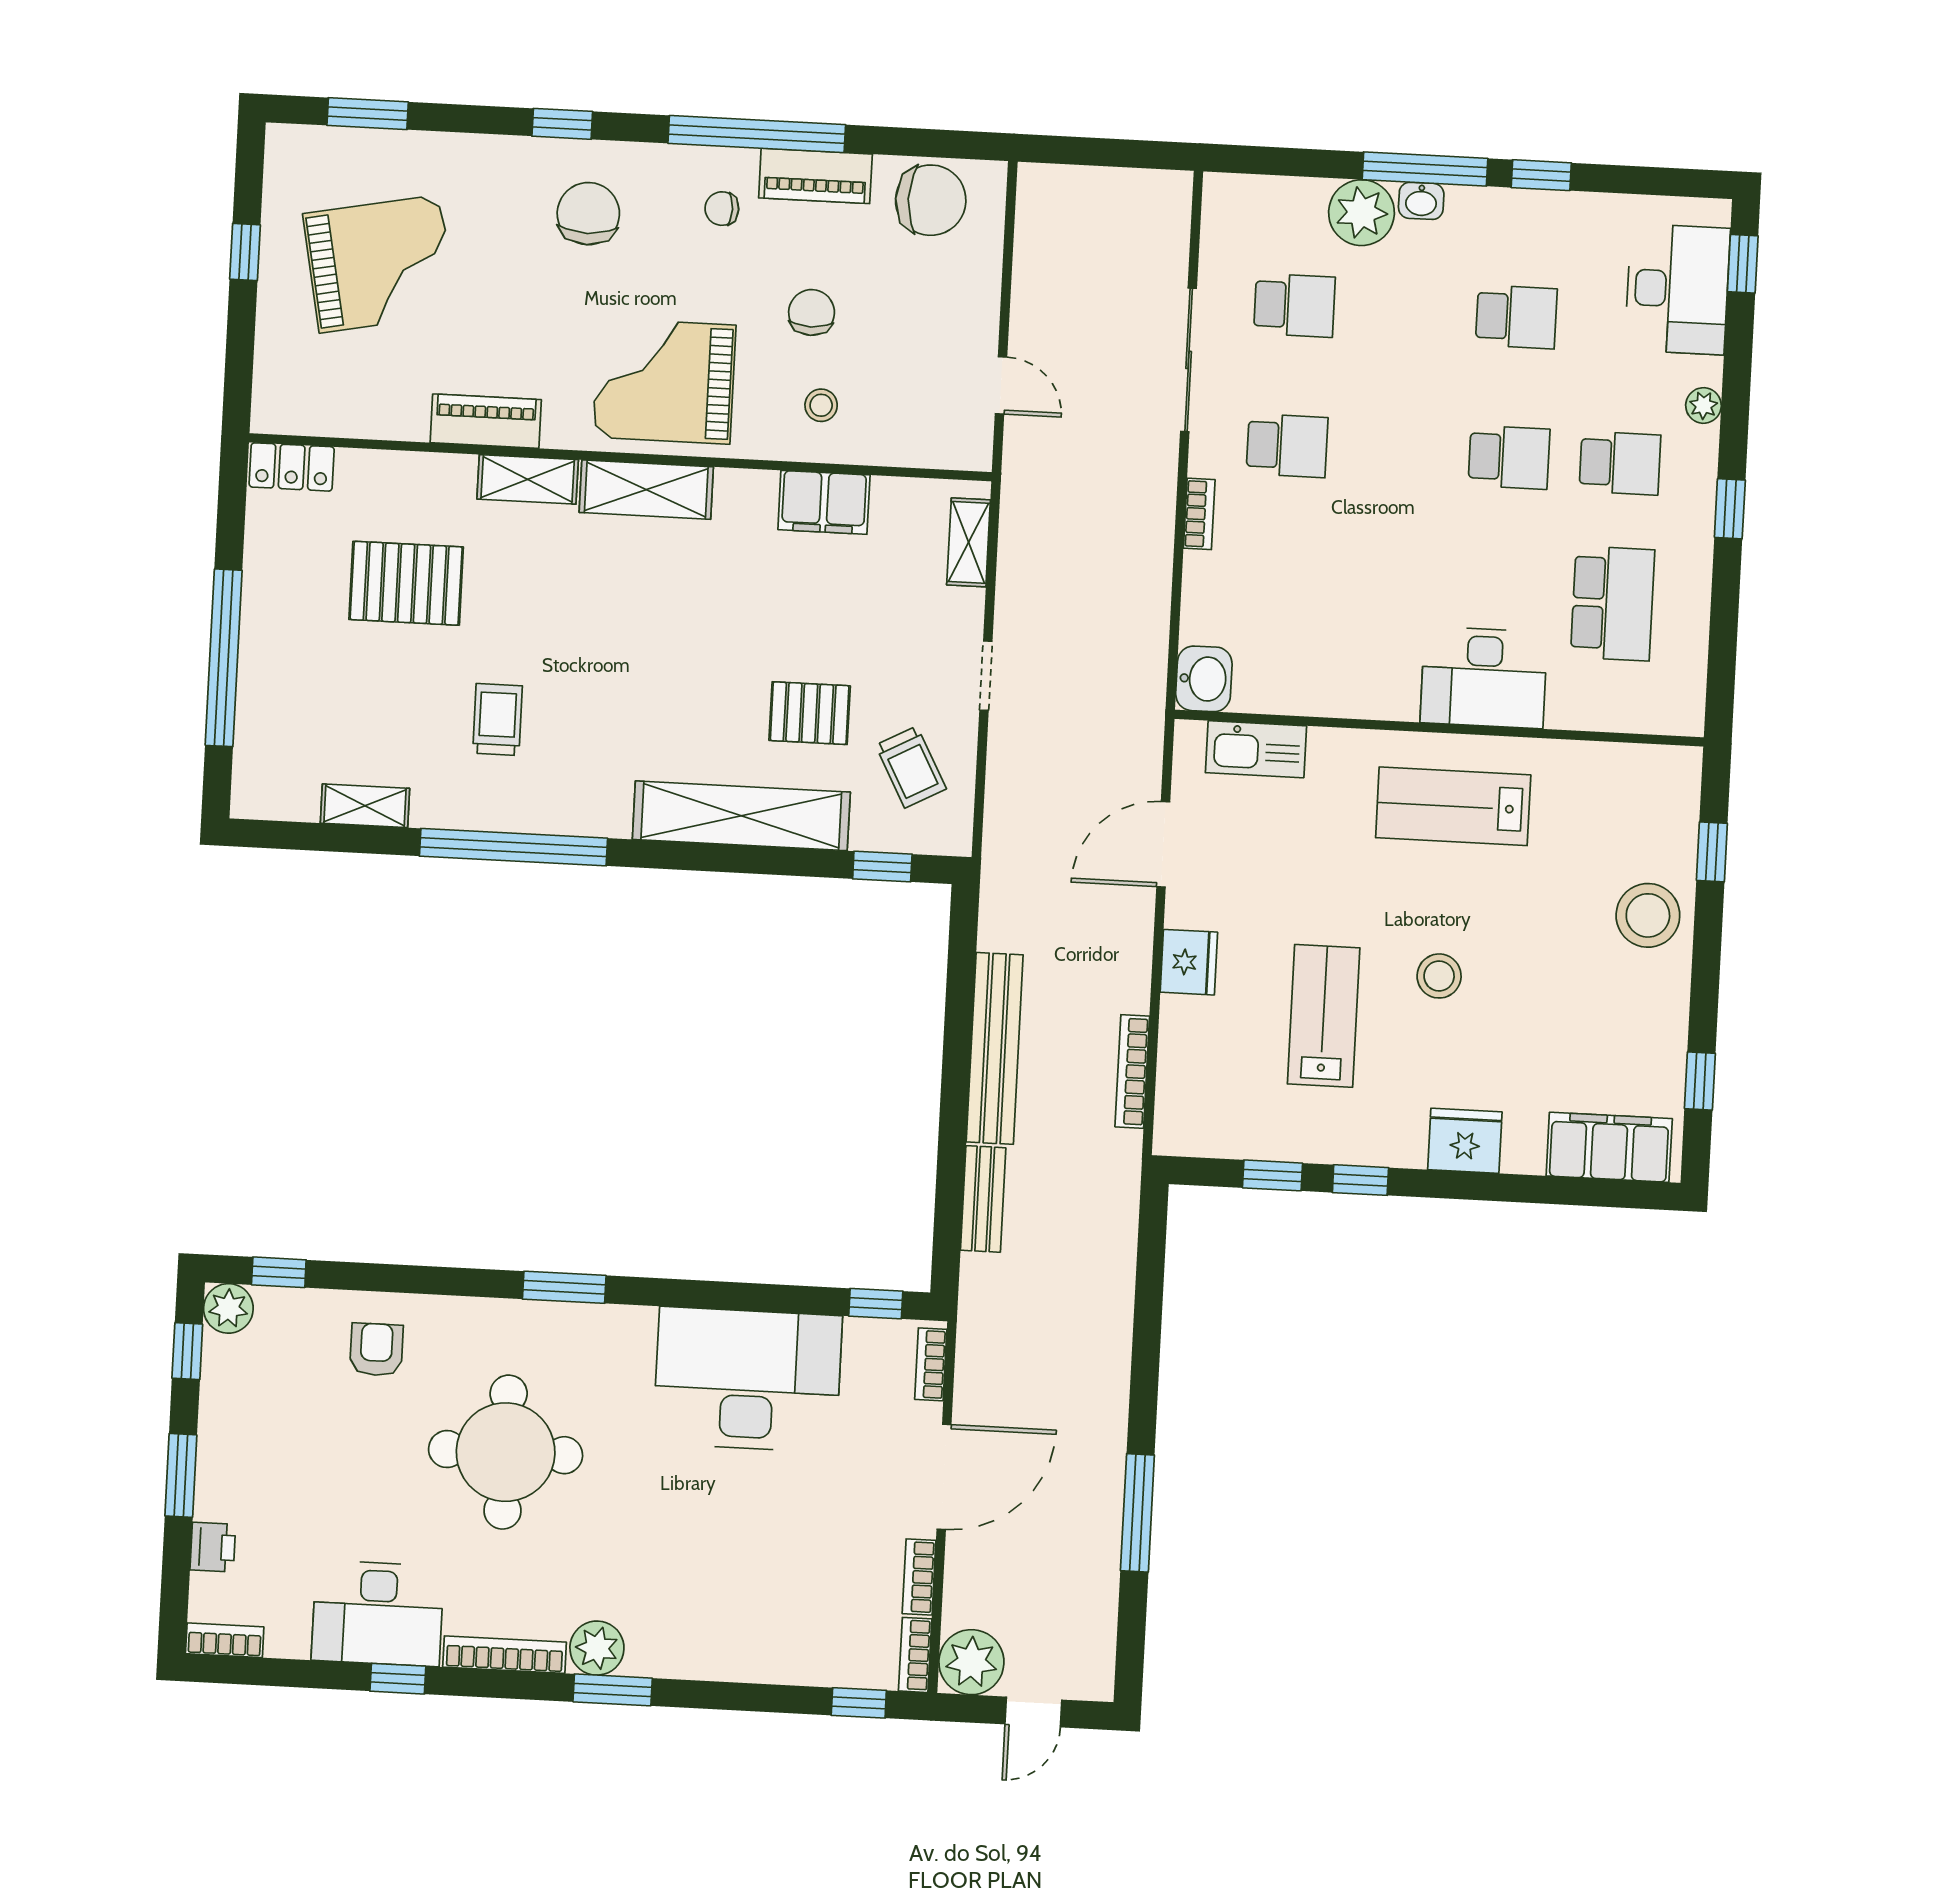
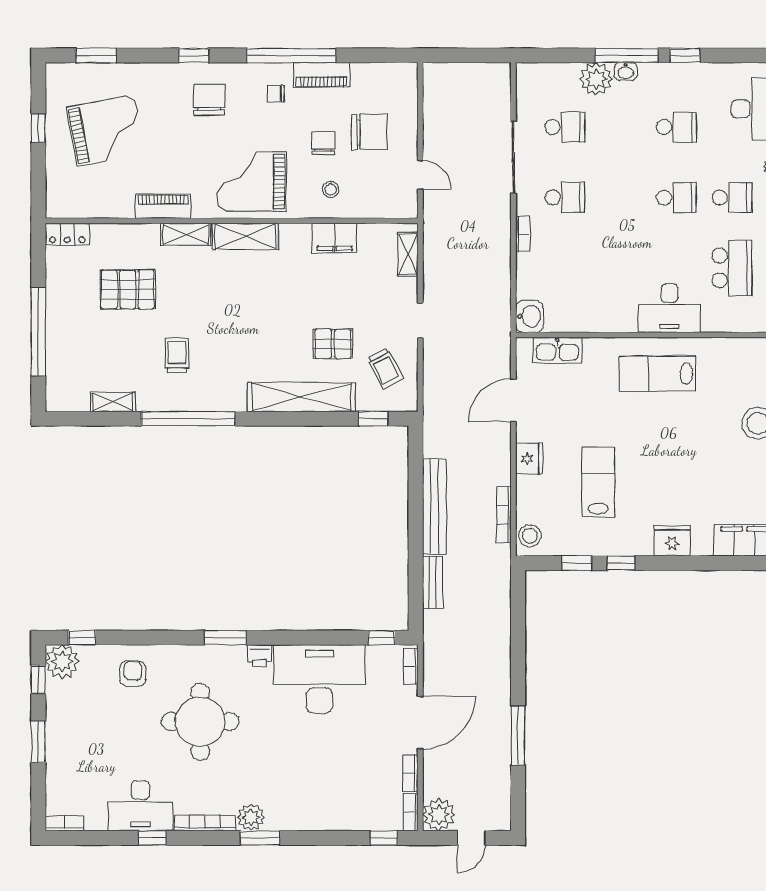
chair: (931, 200) -> (369, 132), moved
stool: (1439, 976) -> (530, 536), moved
plant: (228, 1308) -> (62, 662), width x1.36, depth x1.36
printer: (213, 1547) -> (260, 656), moved, turned 90

